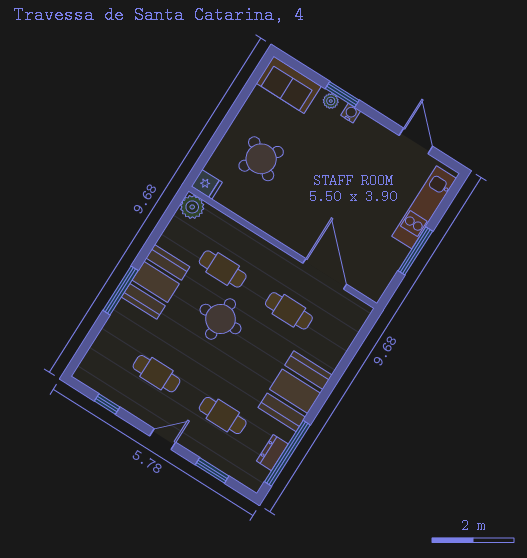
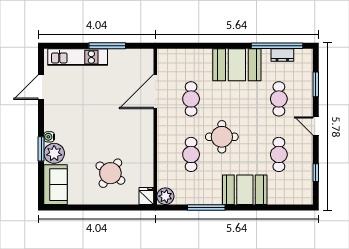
plant: (331, 101) -> (54, 153), width x1.87, depth x1.87
booth: (156, 282) -> (245, 190), moved
window: (121, 290) -> (206, 208), moved

